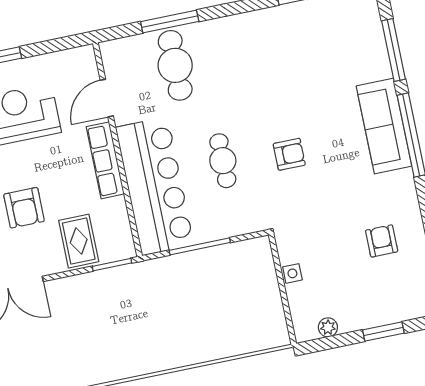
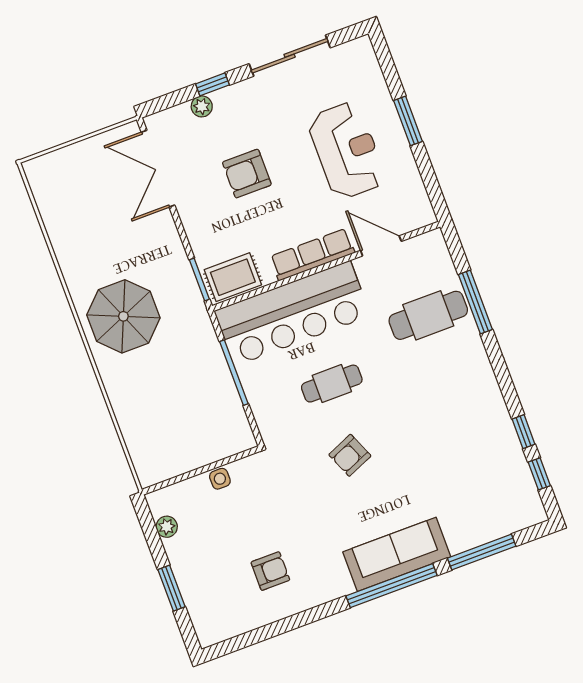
armchair: (289, 154) -> (350, 455), turned 67
rug: (79, 241) -> (233, 277), moved
parasol: (134, 337) -> (123, 316), added

